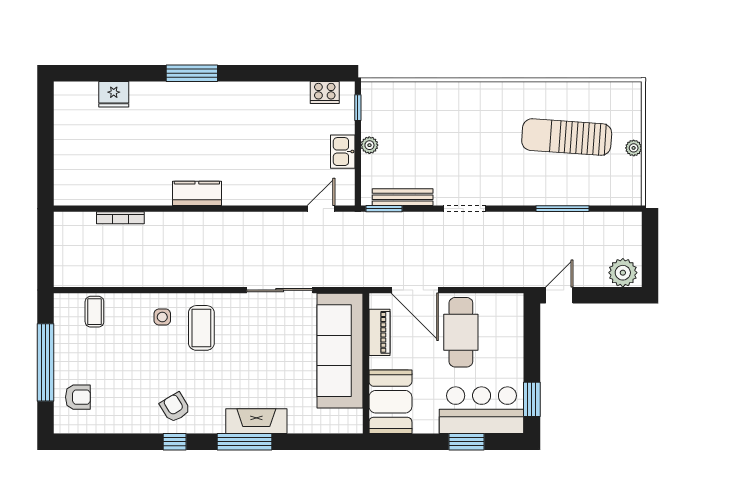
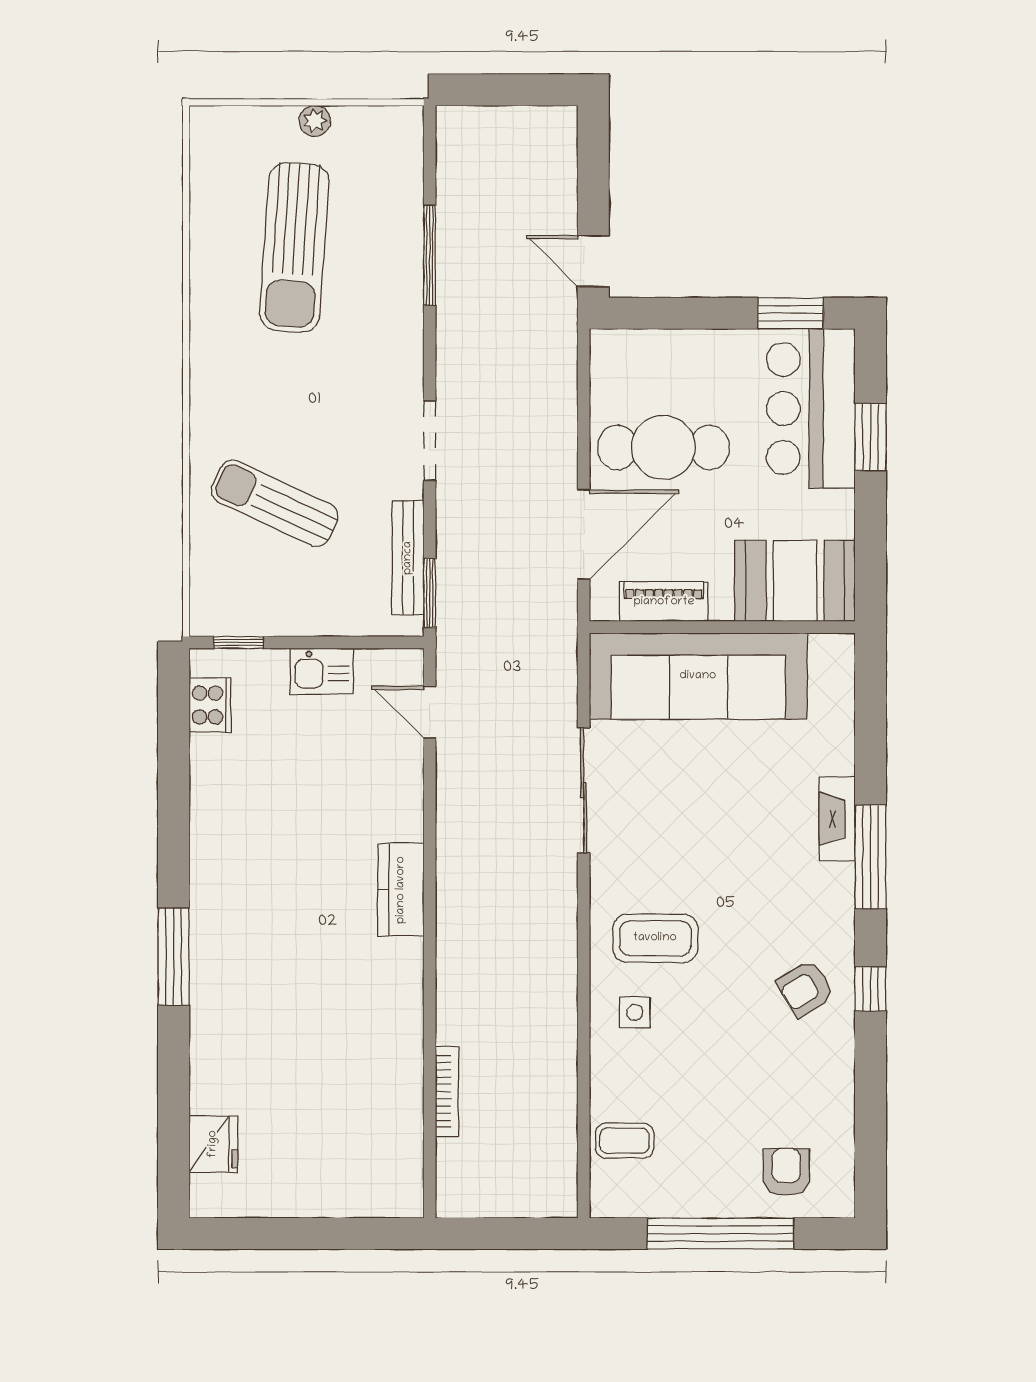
fridge: (114, 94) -> (213, 1144), moved
sun lounger: (431, 127) -> (275, 503), added
plant: (369, 145) -> (310, 620), removed
kitchen counter: (197, 193) -> (401, 890), moved
plant: (623, 273) -> (551, 141), removed
fireplace: (256, 421) -> (837, 819), width x0.73, depth x0.76

